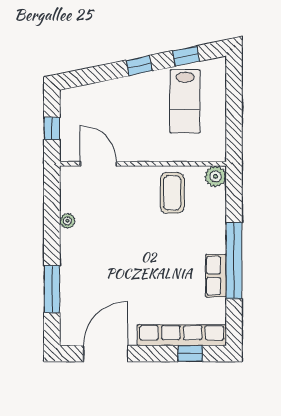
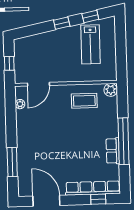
door: (98, 164) -> (38, 84), swing flipped
coffee table: (172, 193) -> (84, 101), turned 90
plant: (67, 221) -> (20, 104), moved
door: (106, 354) -> (46, 201), hinge flipped

